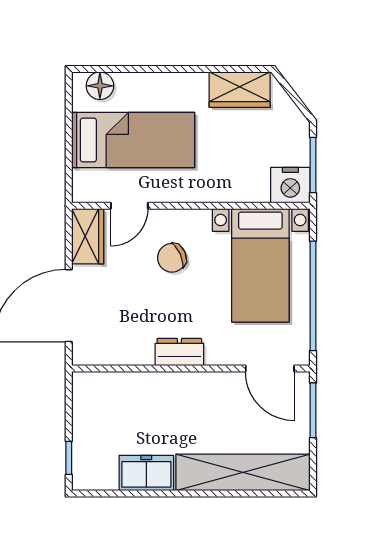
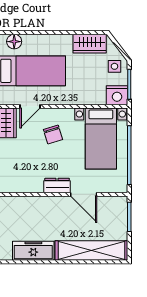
side table: (286, 132) -> (114, 66), added
chair: (172, 258) -> (53, 134), turned -83
door: (270, 369) -> (84, 194), moved
freezer: (146, 473) -> (33, 251), width x1.40

